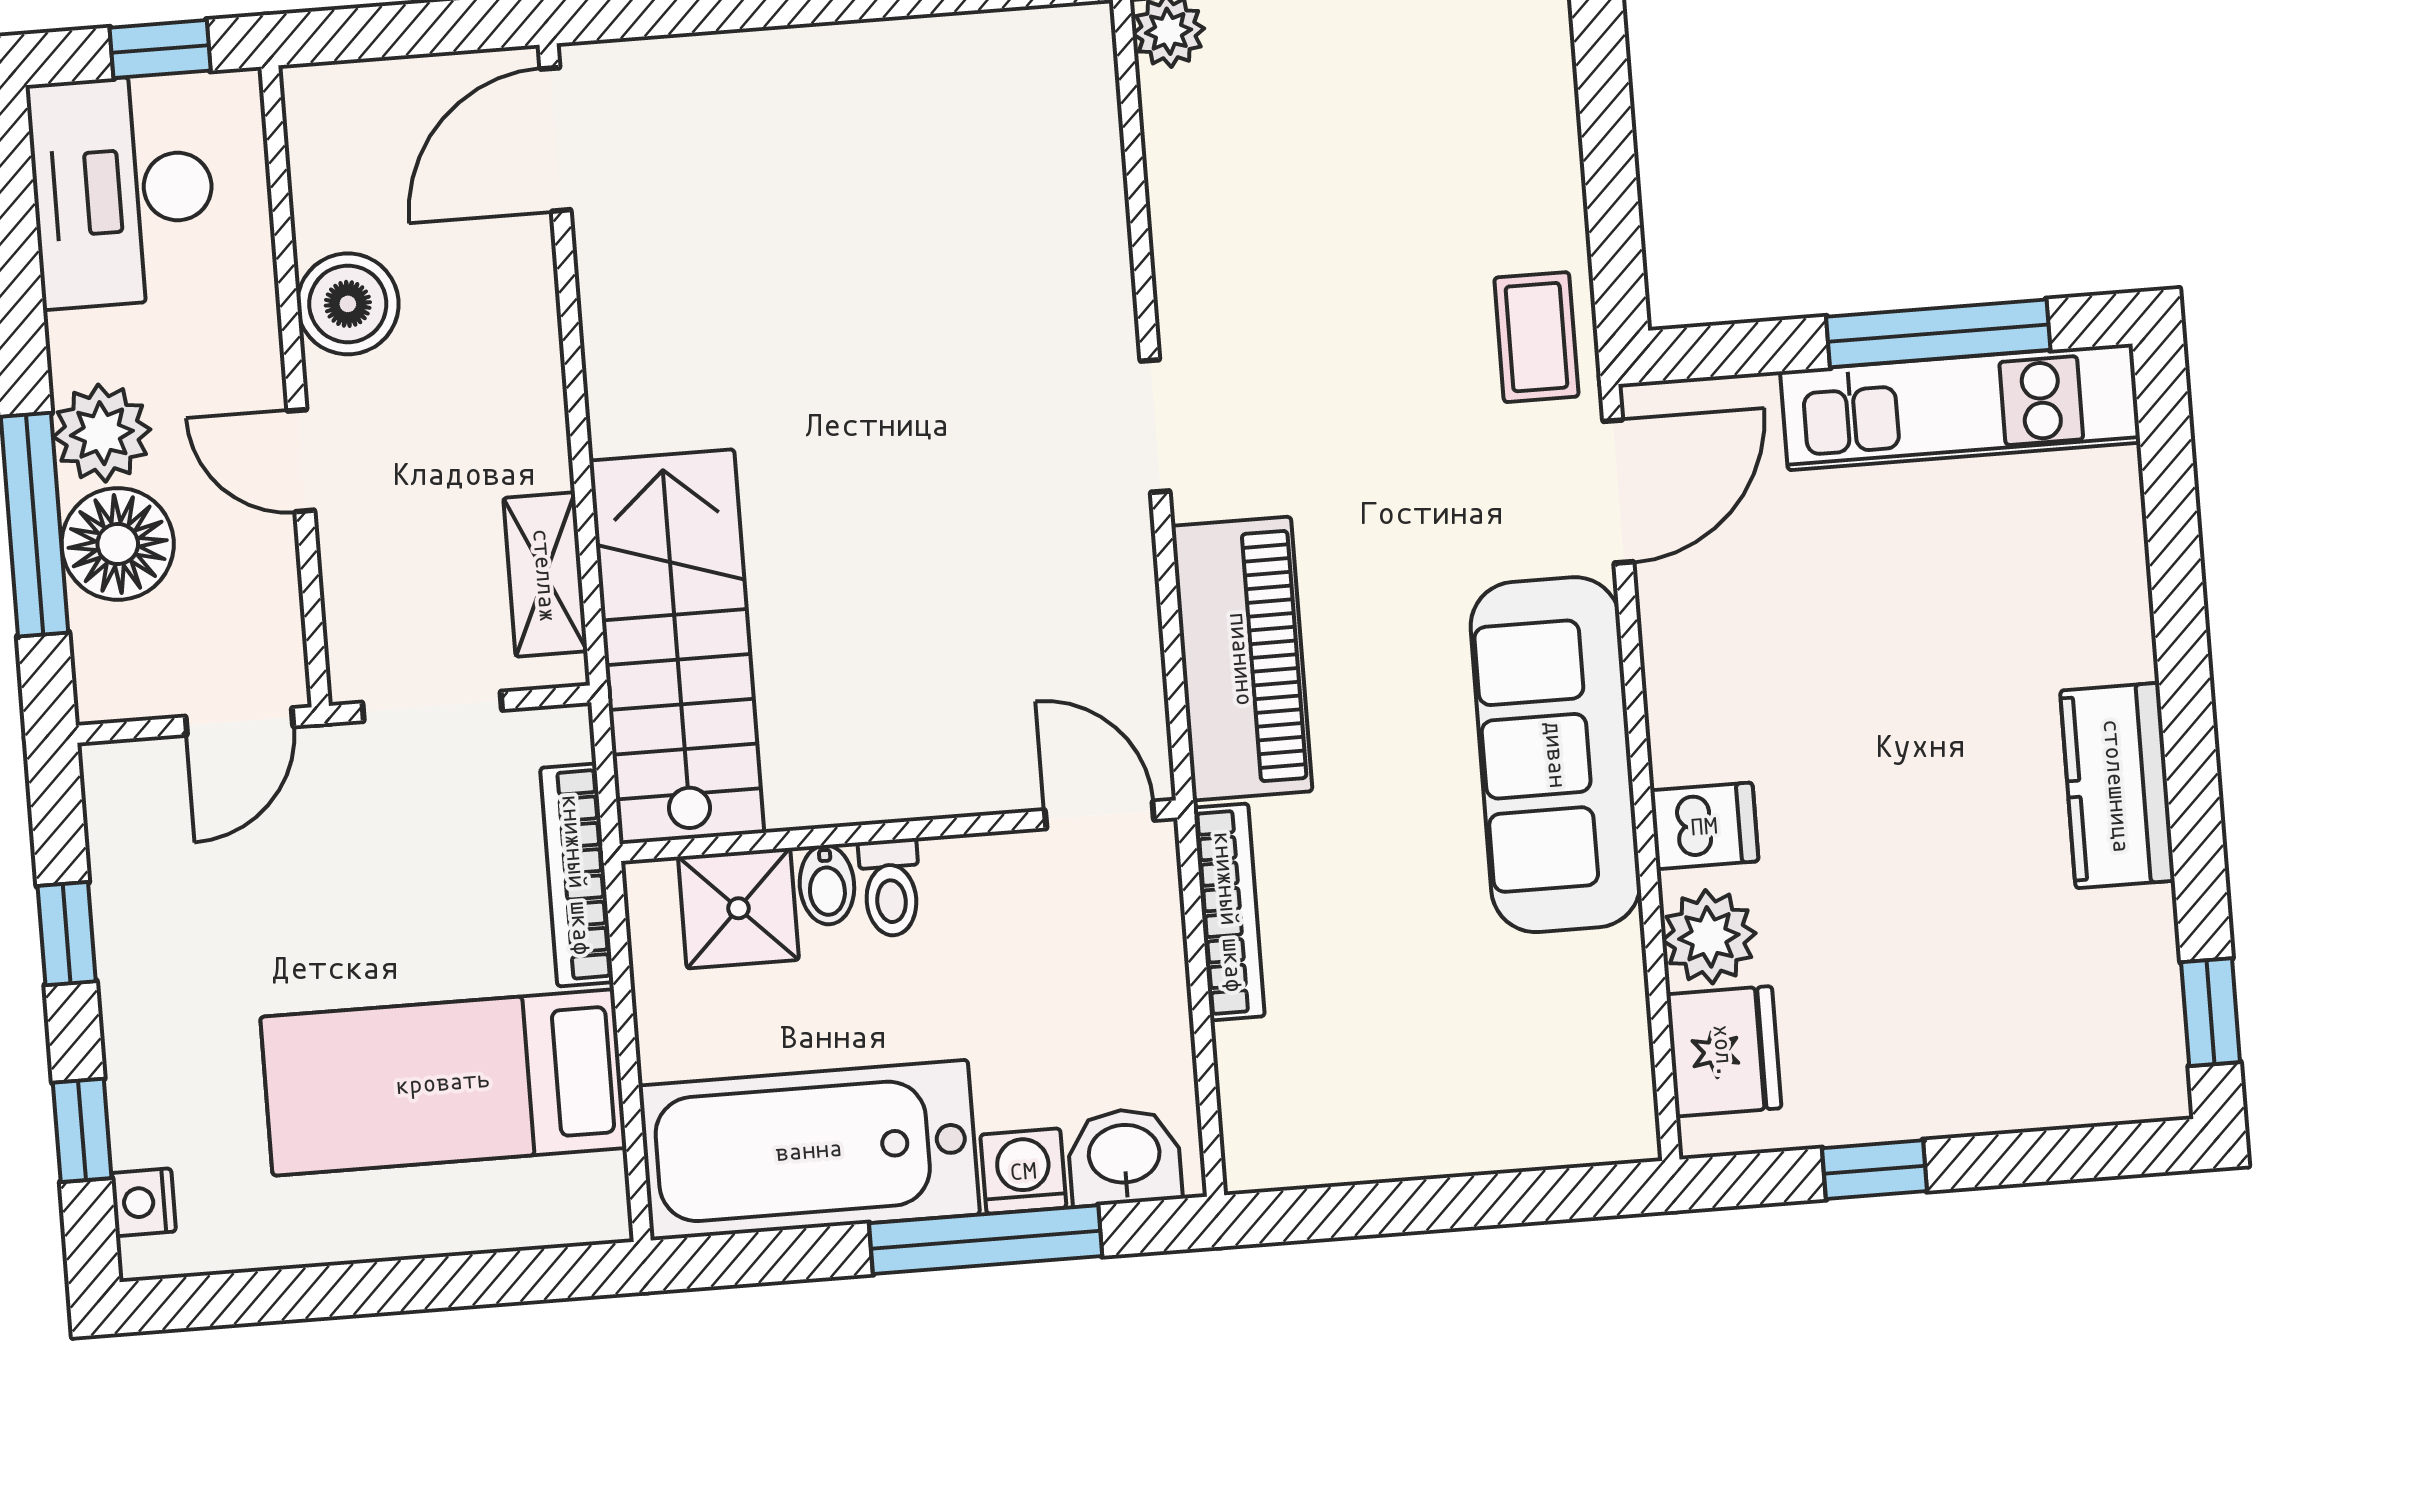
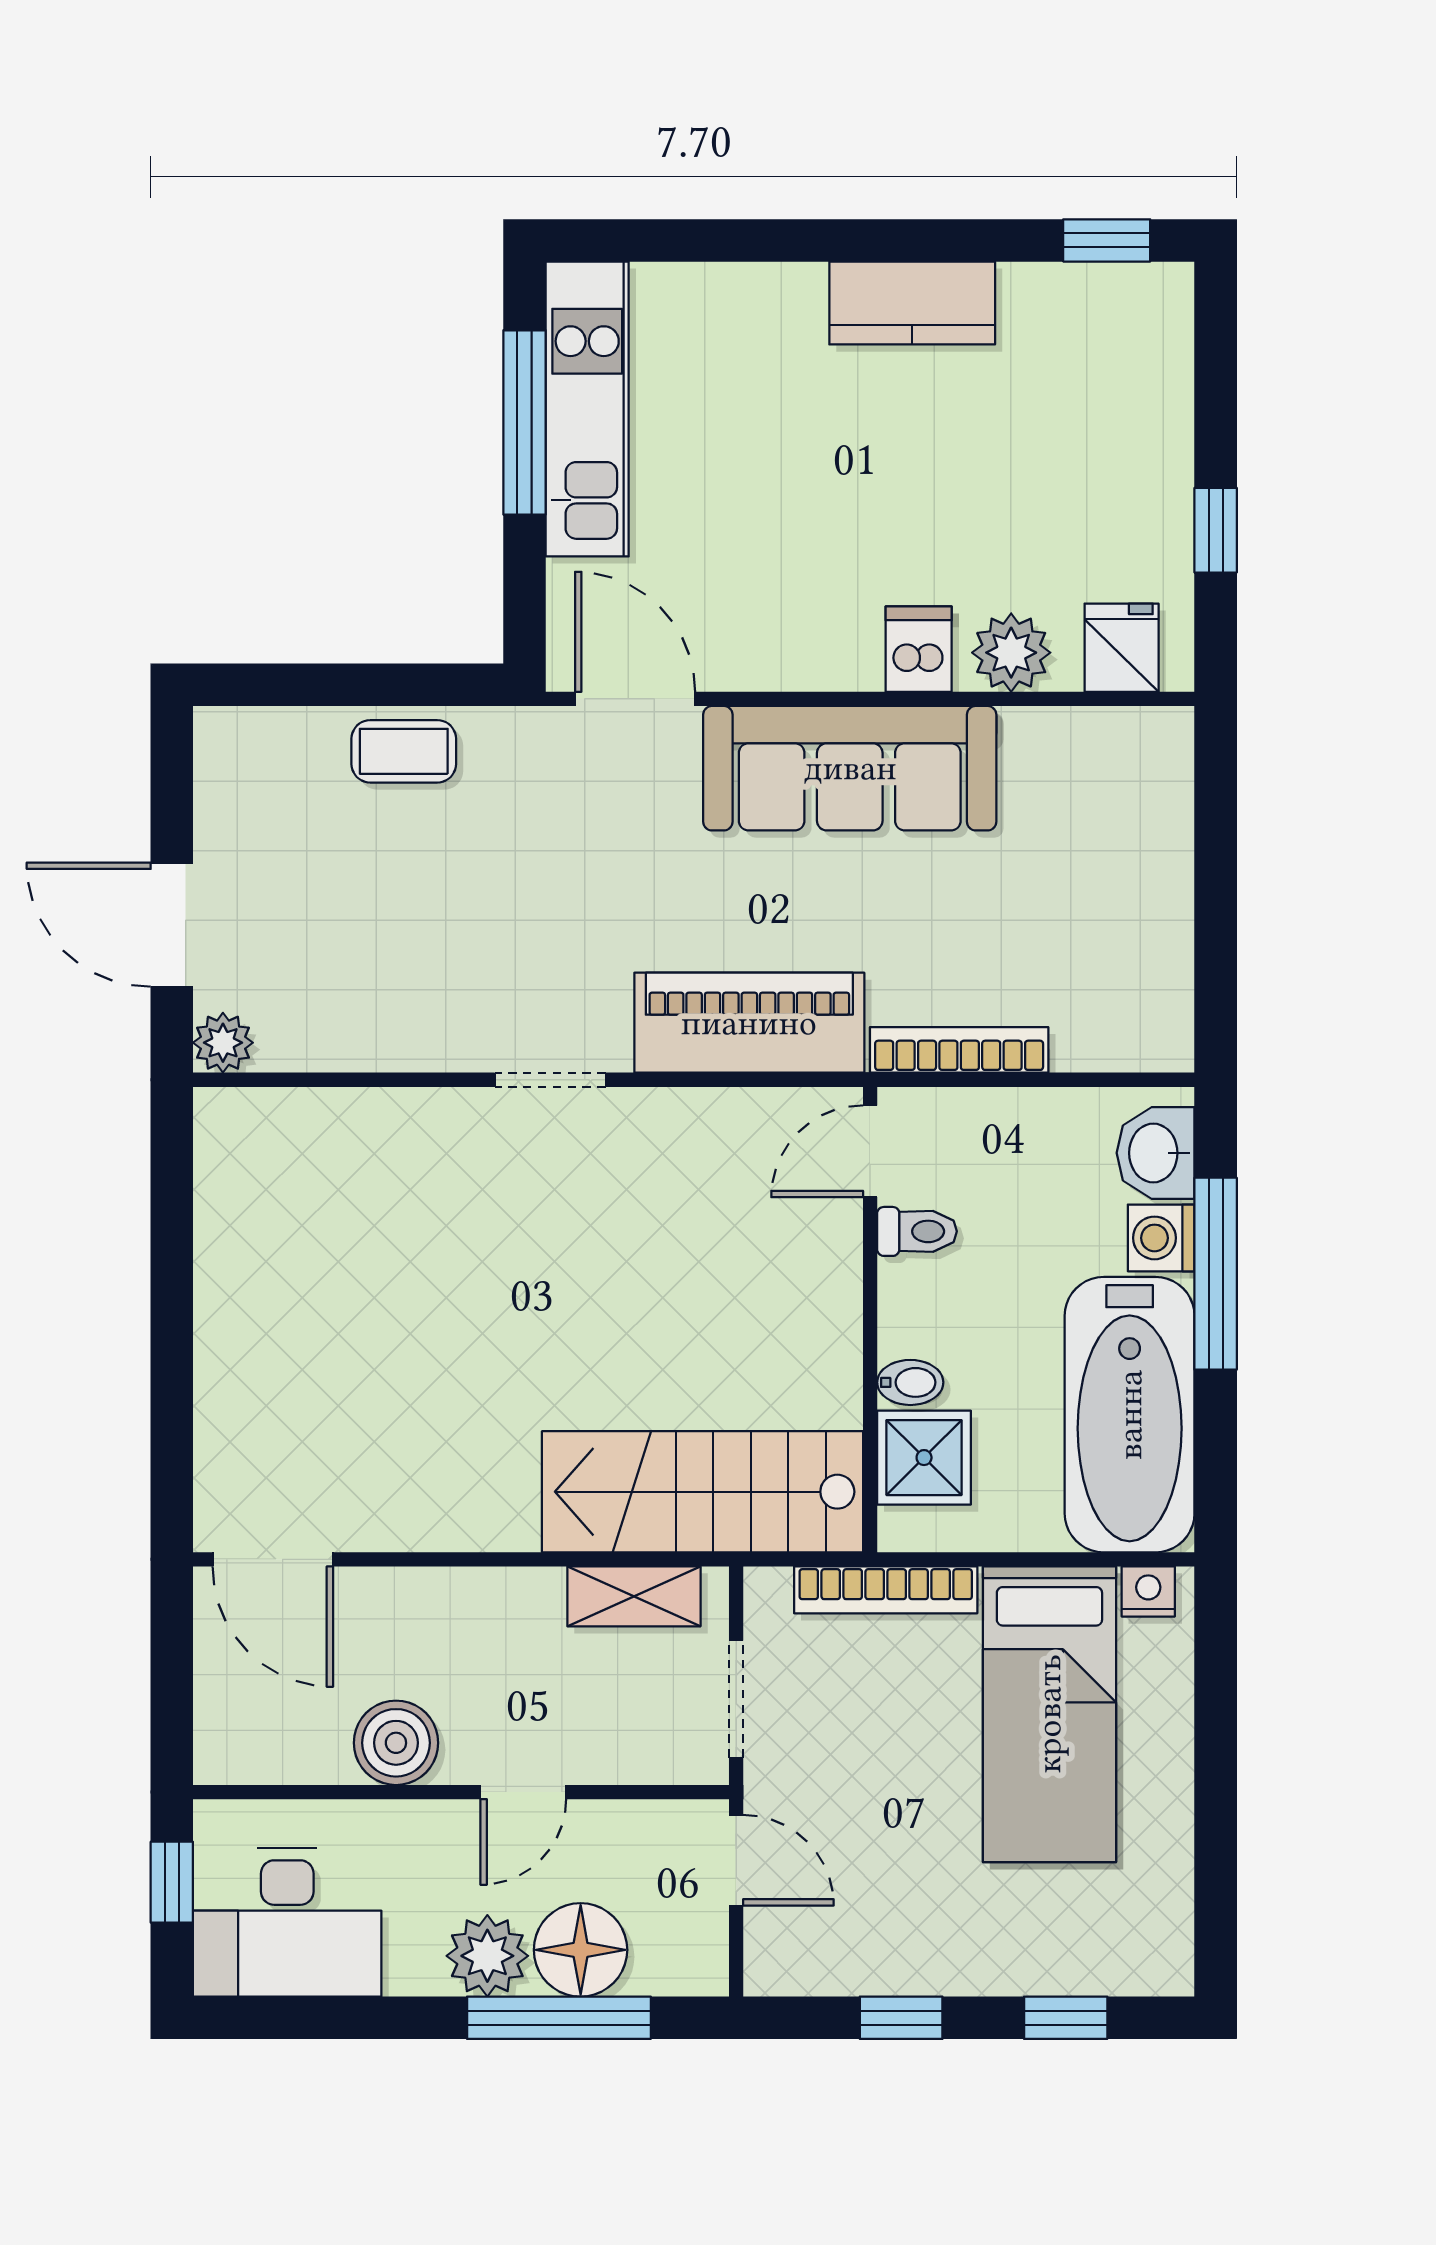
coffee table: (1536, 337) -> (404, 751), moved
toilet: (890, 888) -> (917, 1231), moved
fridge: (1724, 1051) -> (1122, 648), width x0.72
nightstand: (143, 1202) -> (1148, 1591), moved, turned 180

